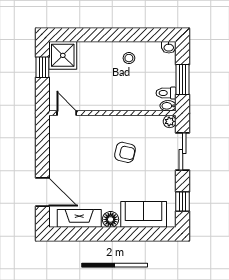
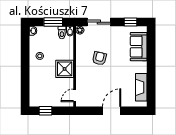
shower: (63, 55) -> (65, 69), moved
door: (42, 192) -> (112, 111), moved
floor lamp: (111, 219) -> (142, 68), removed

